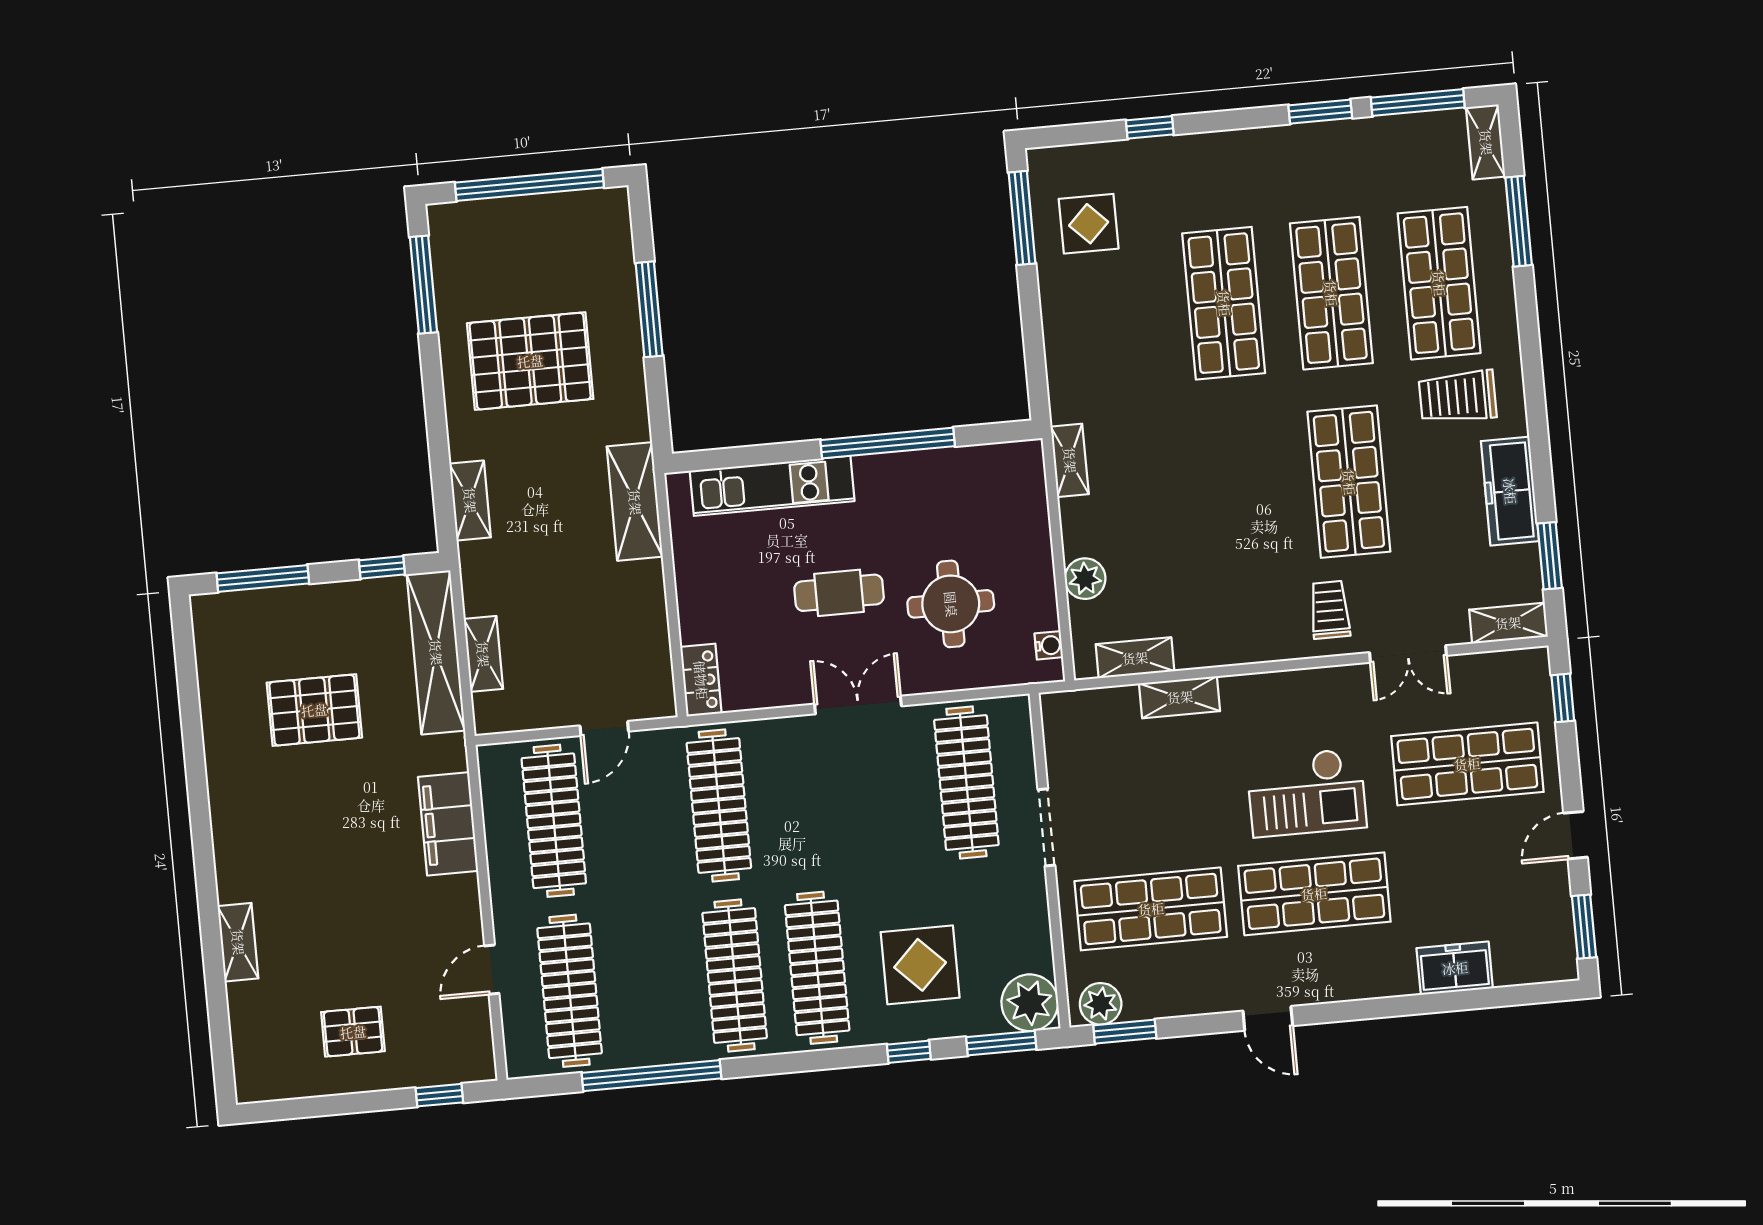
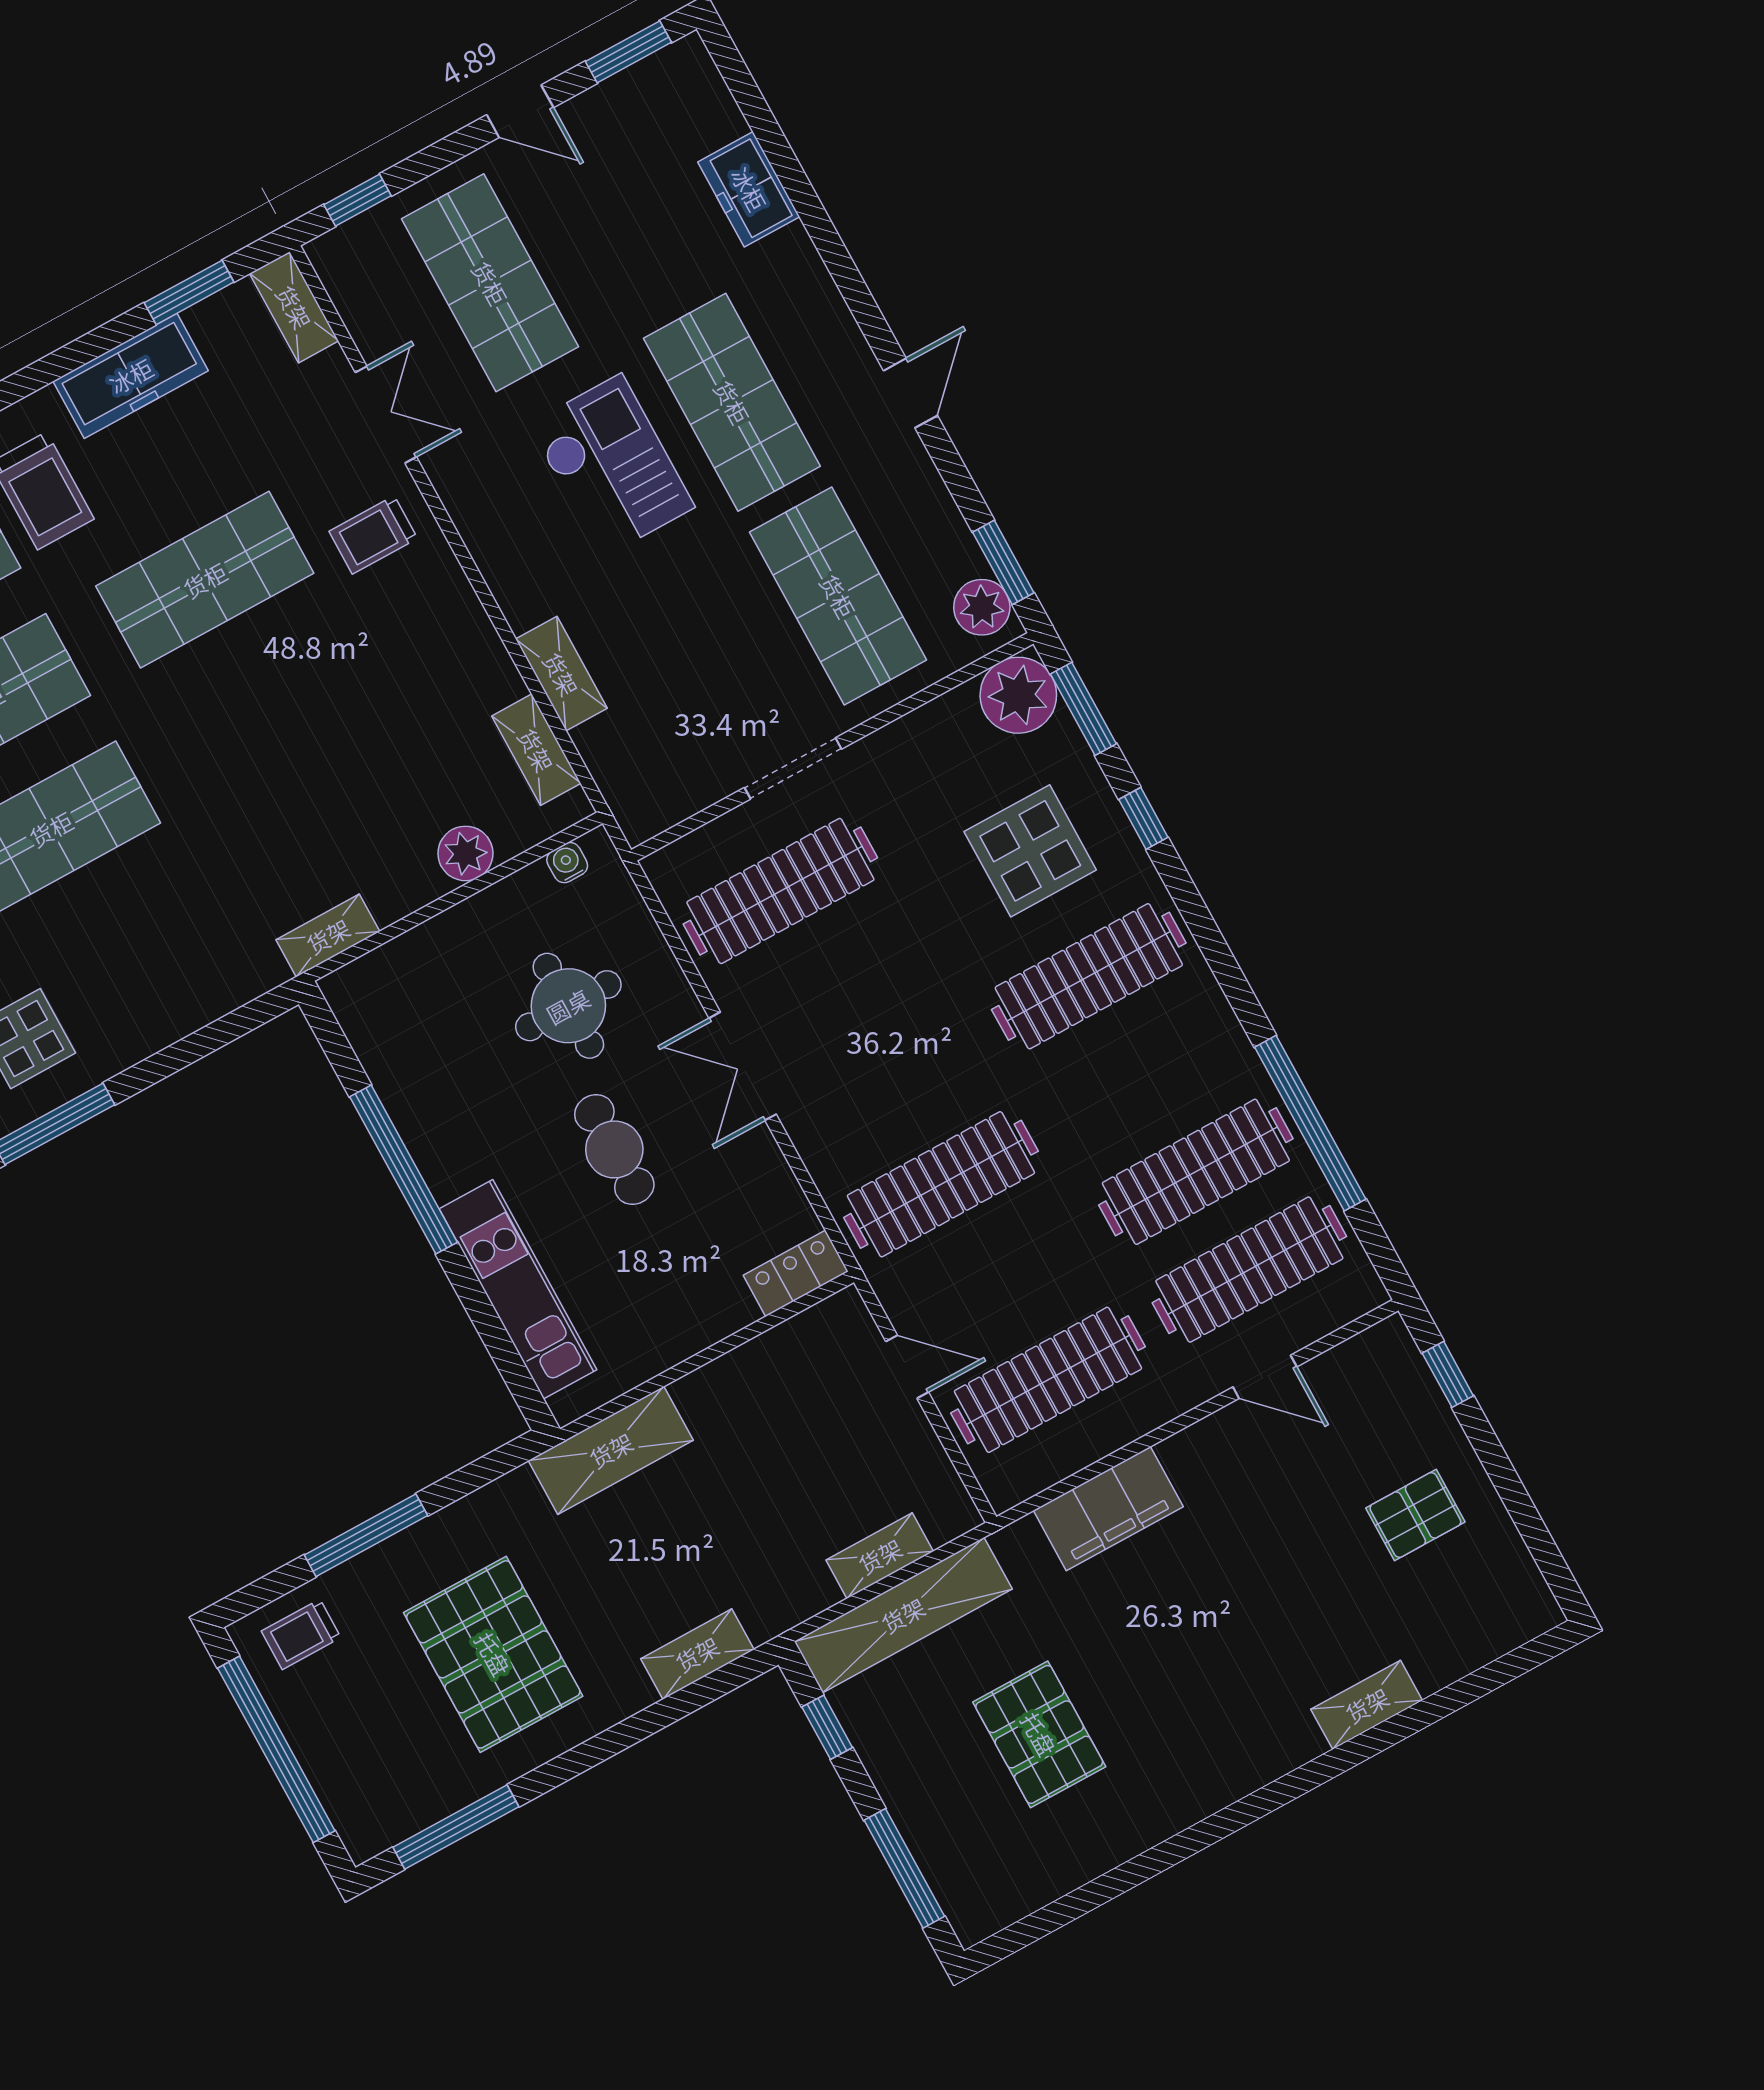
trolley: (601, 236) -> (301, 1634), added
clothes rail: (735, 975) -> (1196, 1172), moved
pallet: (353, 1032) -> (1415, 1515), turned 90

